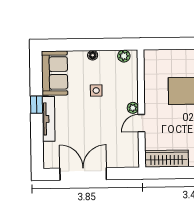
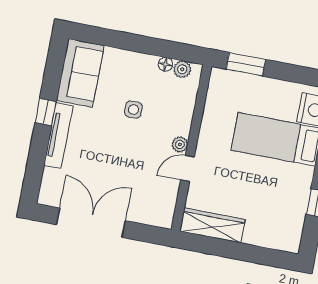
window: (167, 44) -> (246, 64), added
floor lamp: (93, 55) -> (165, 64), moved

